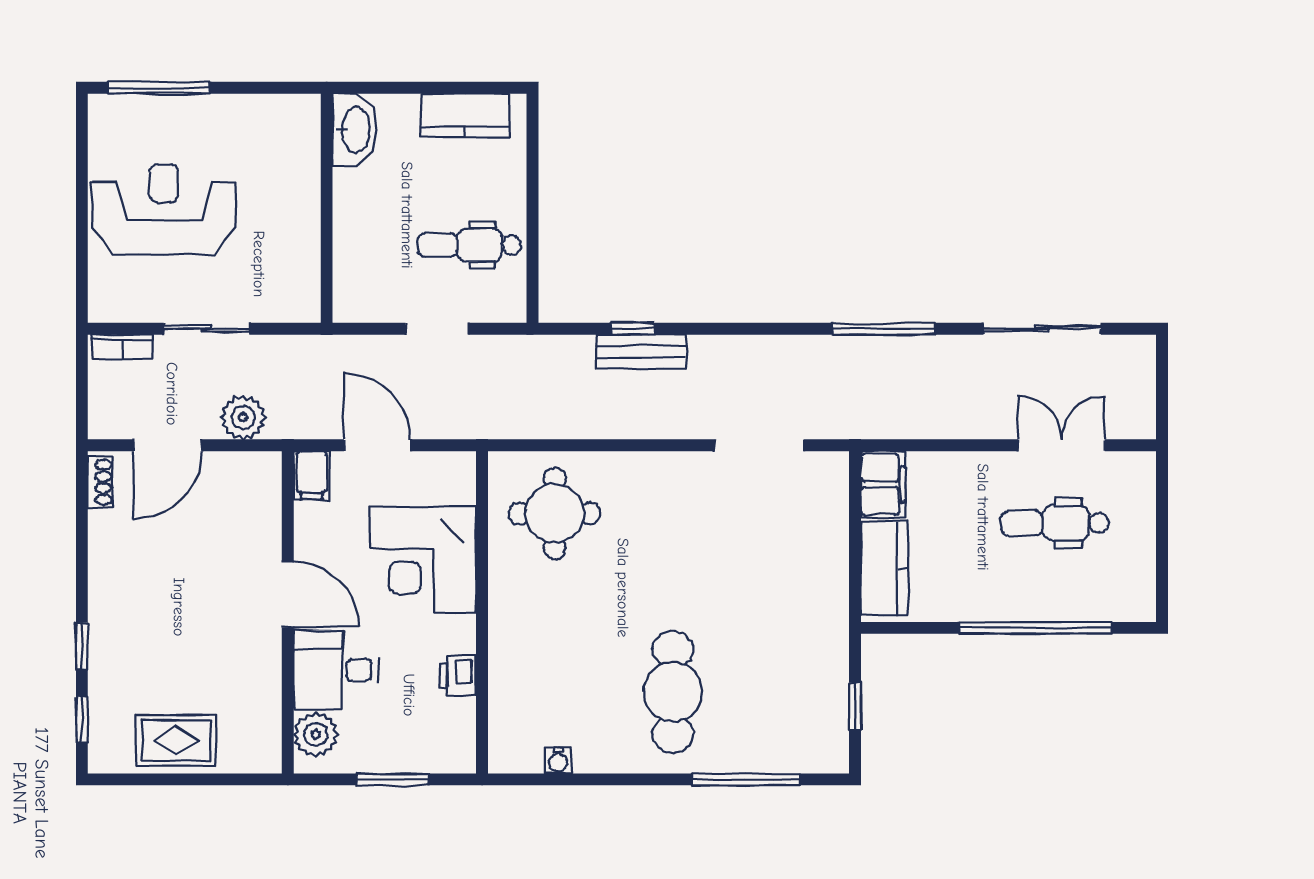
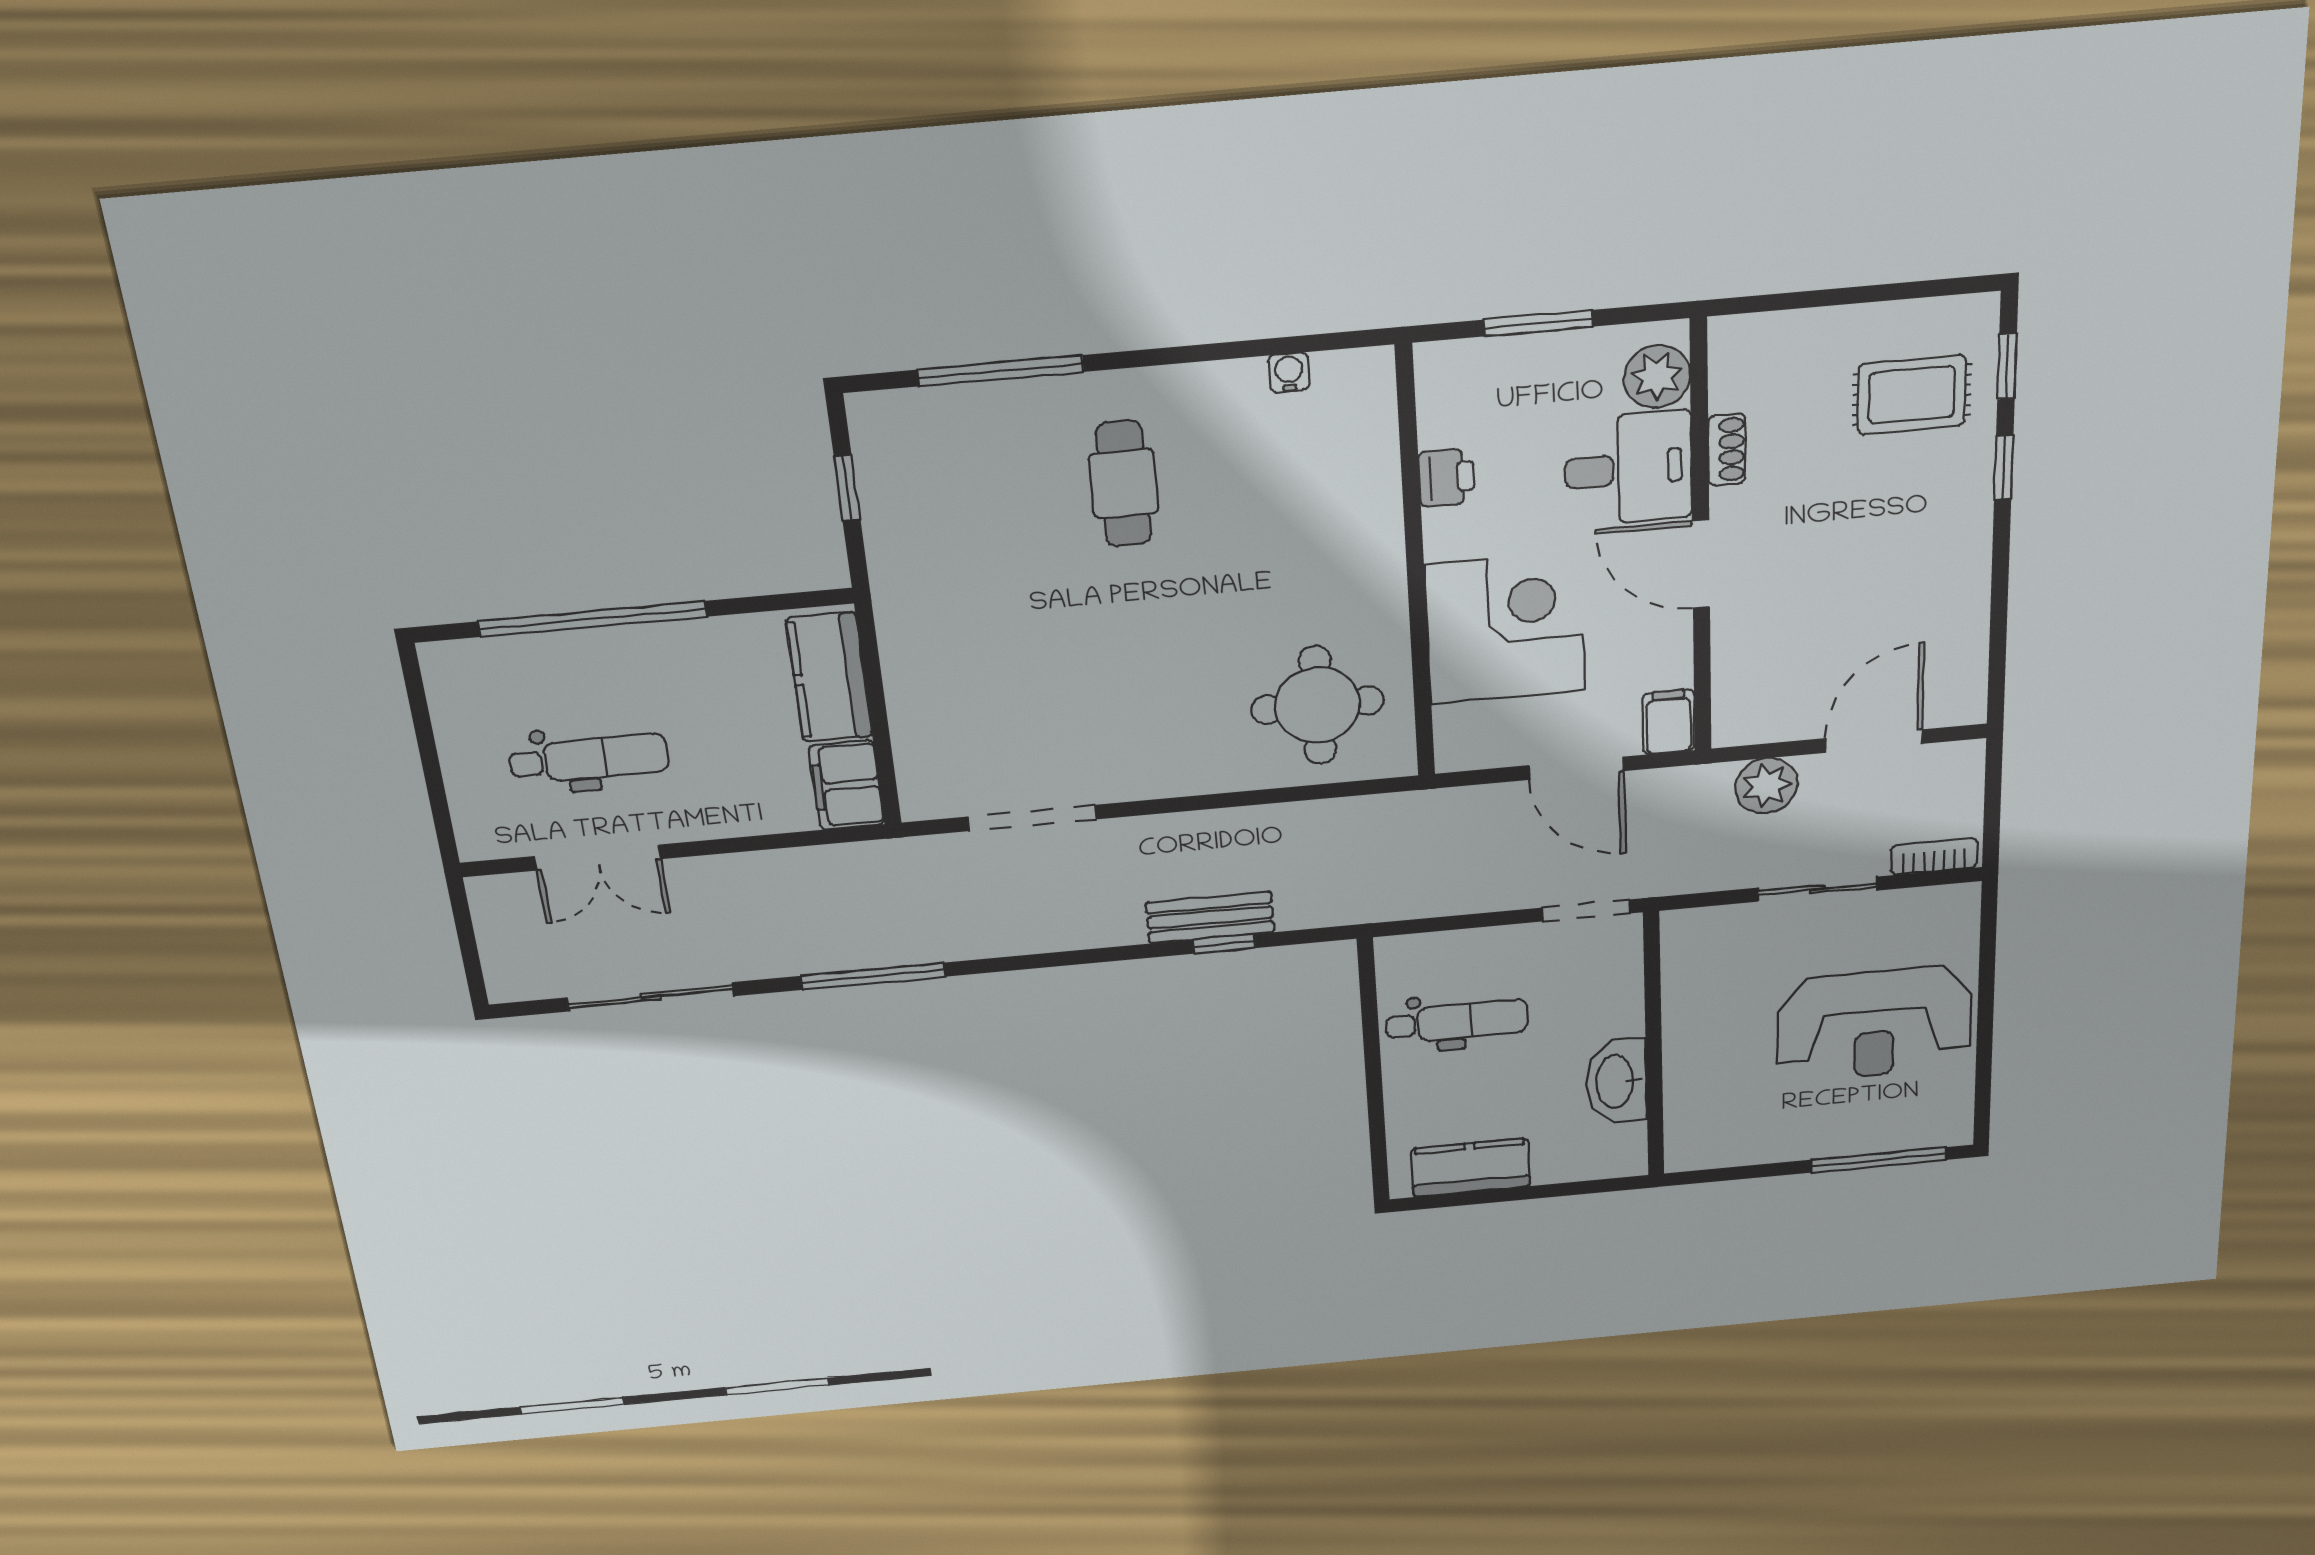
washbasin: (355, 130) -> (1617, 1081), moved
doorway: (437, 329) -> (1586, 910), moved
shoe rack: (100, 482) -> (1727, 450), moved, turned 180
cafe table: (673, 692) -> (1124, 484), width x0.73, depth x0.74
rug: (176, 740) -> (1912, 395), moved

